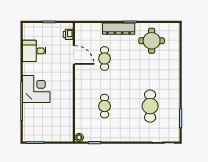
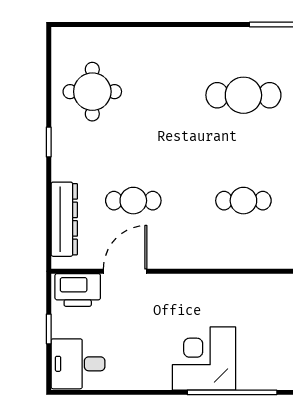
dresser: (119, 29) -> (64, 219), moved
printer: (68, 34) -> (78, 290), width x1.87, depth x1.48
desk: (34, 51) -> (78, 364), moved, turned 90

